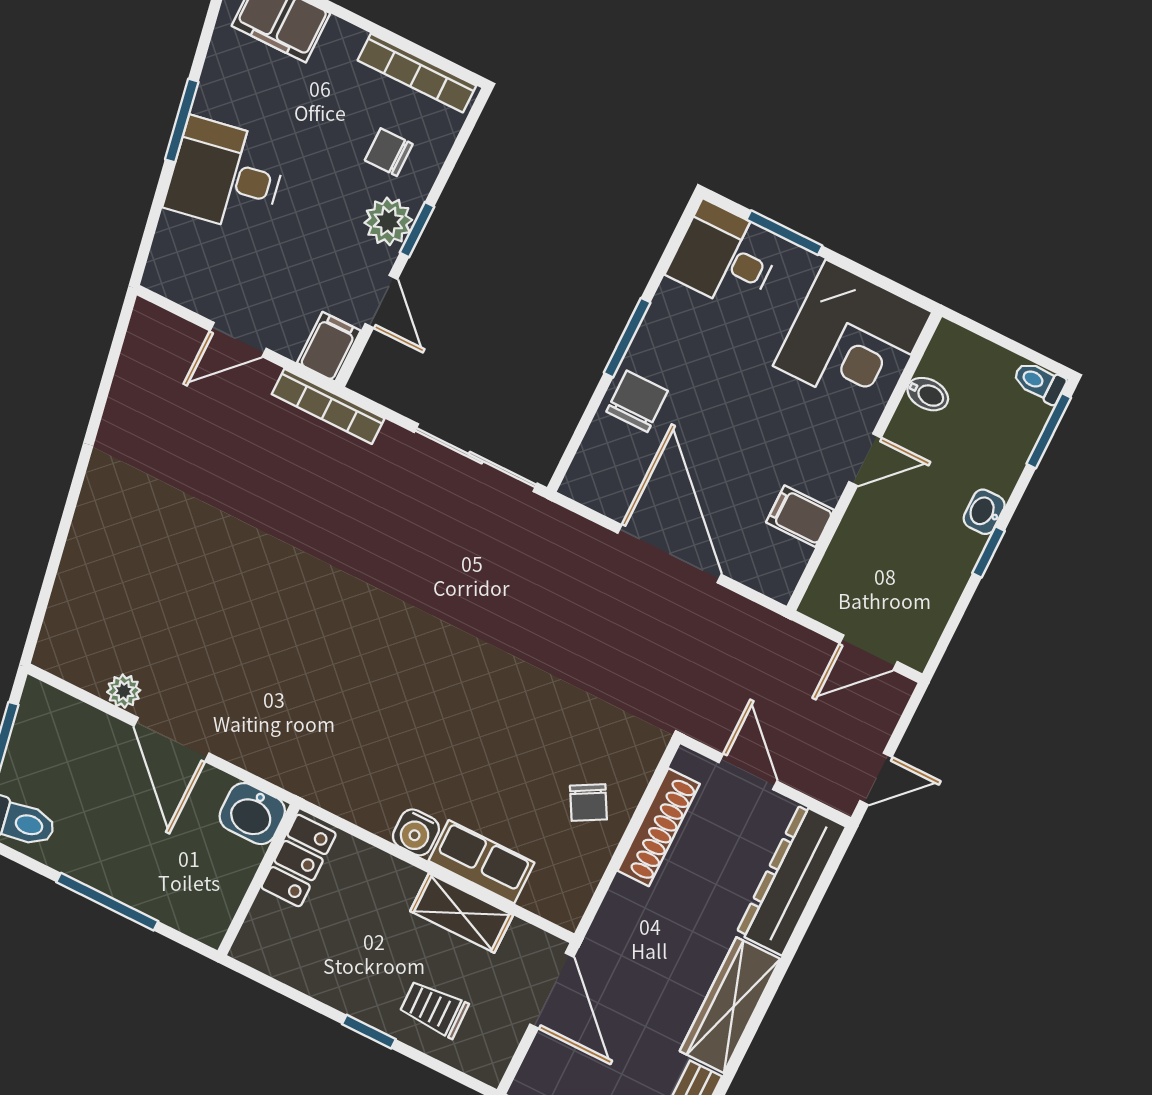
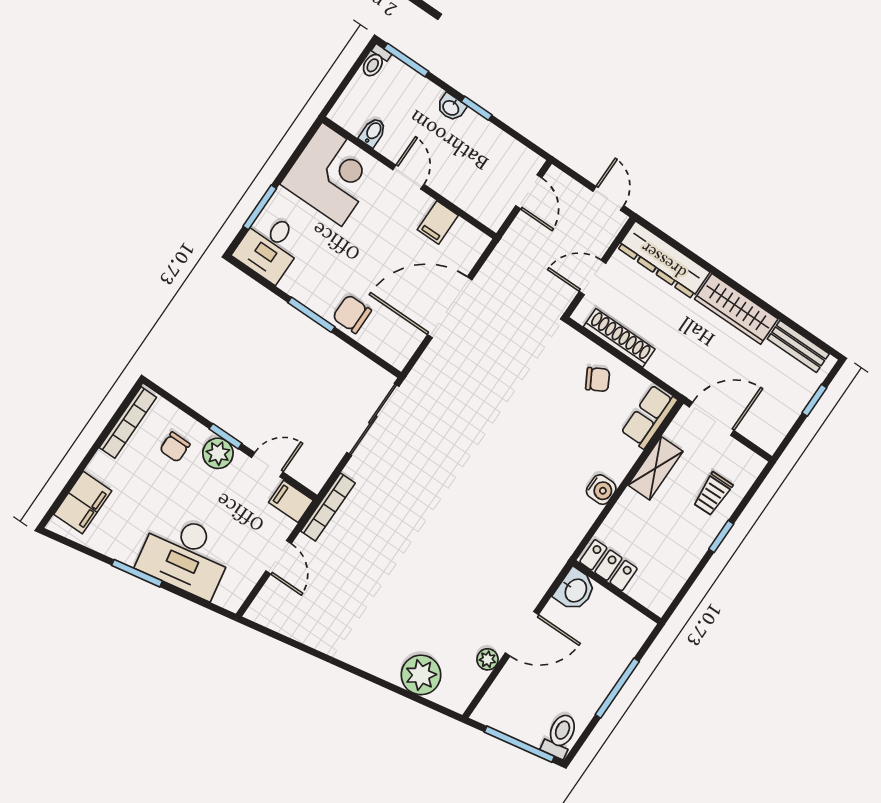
desk: (226, 175) -> (185, 555), width x1.37
plant: (85, 590) -> (421, 675), added
row of seats: (481, 862) -> (649, 417), moved

